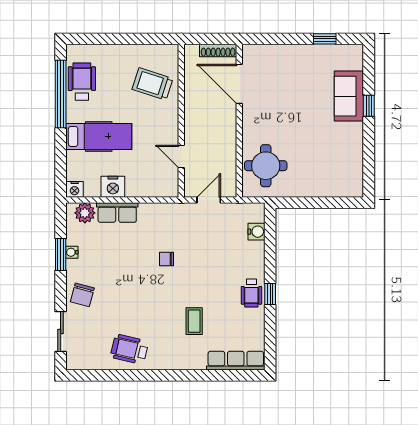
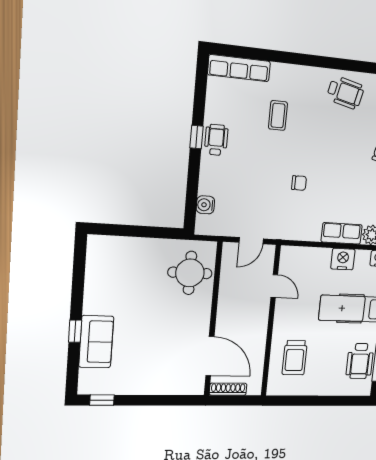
window: (325, 39) -> (102, 400), moved
trolley: (152, 84) -> (295, 358), turned 72

